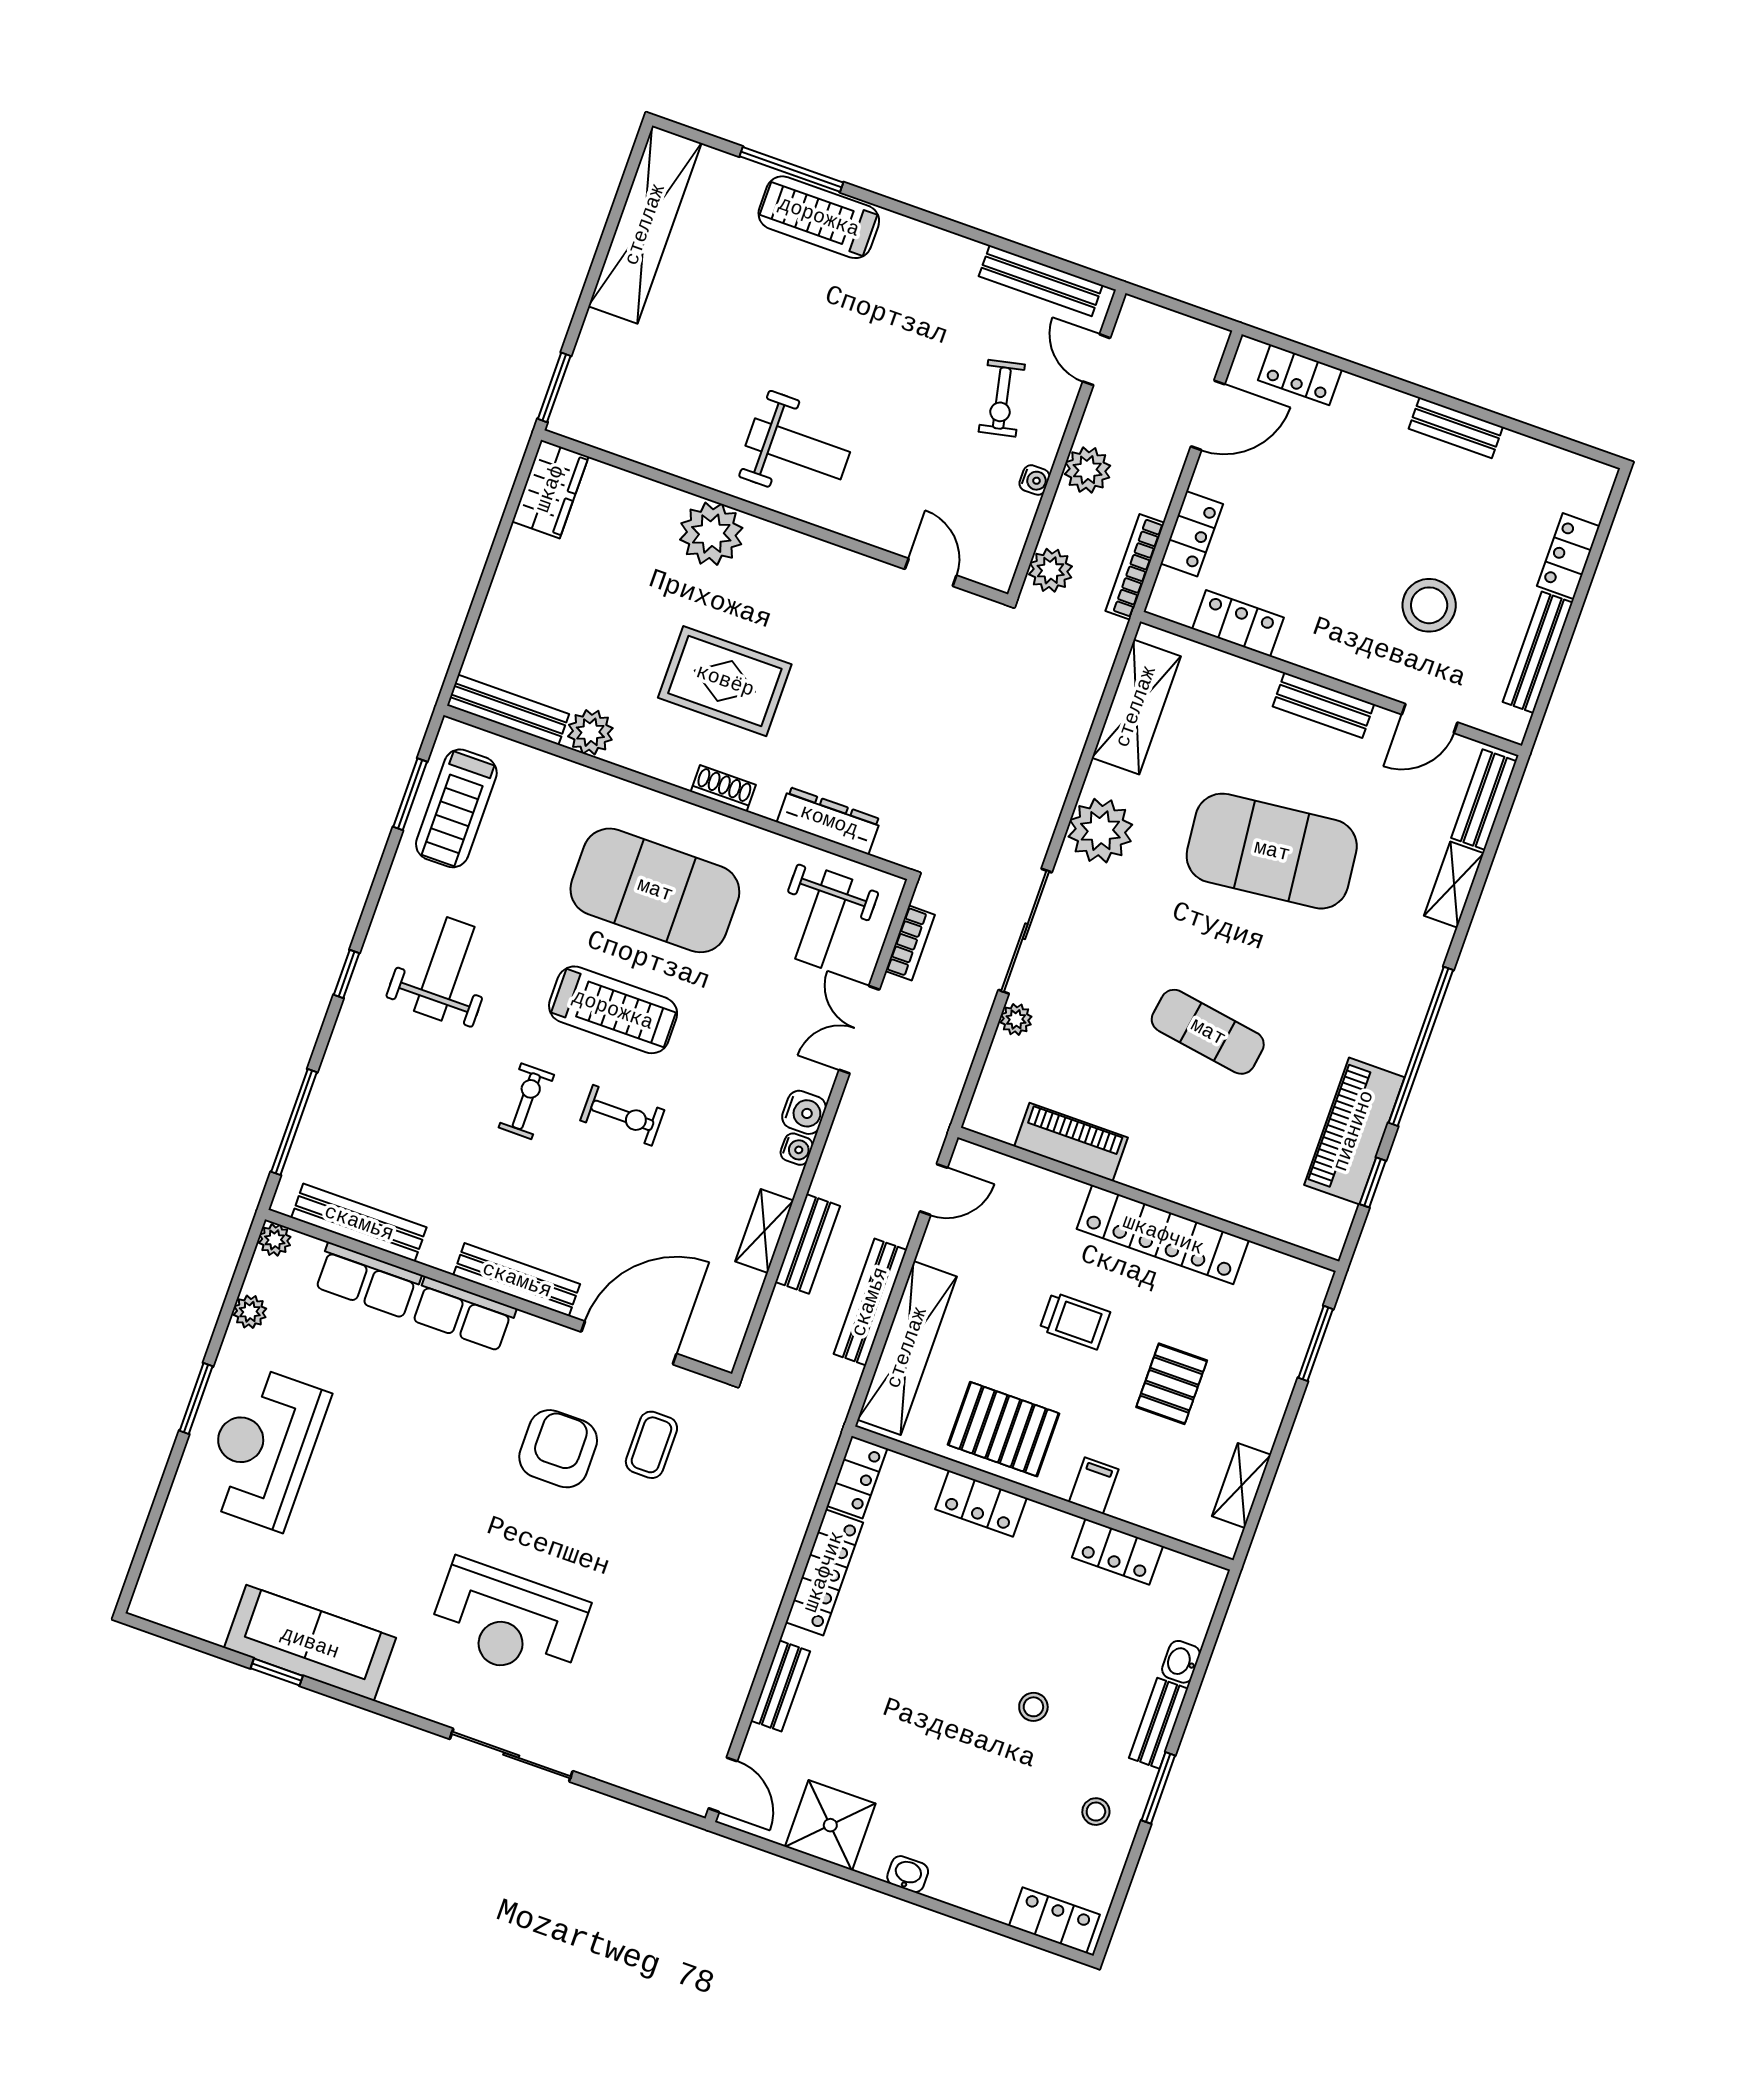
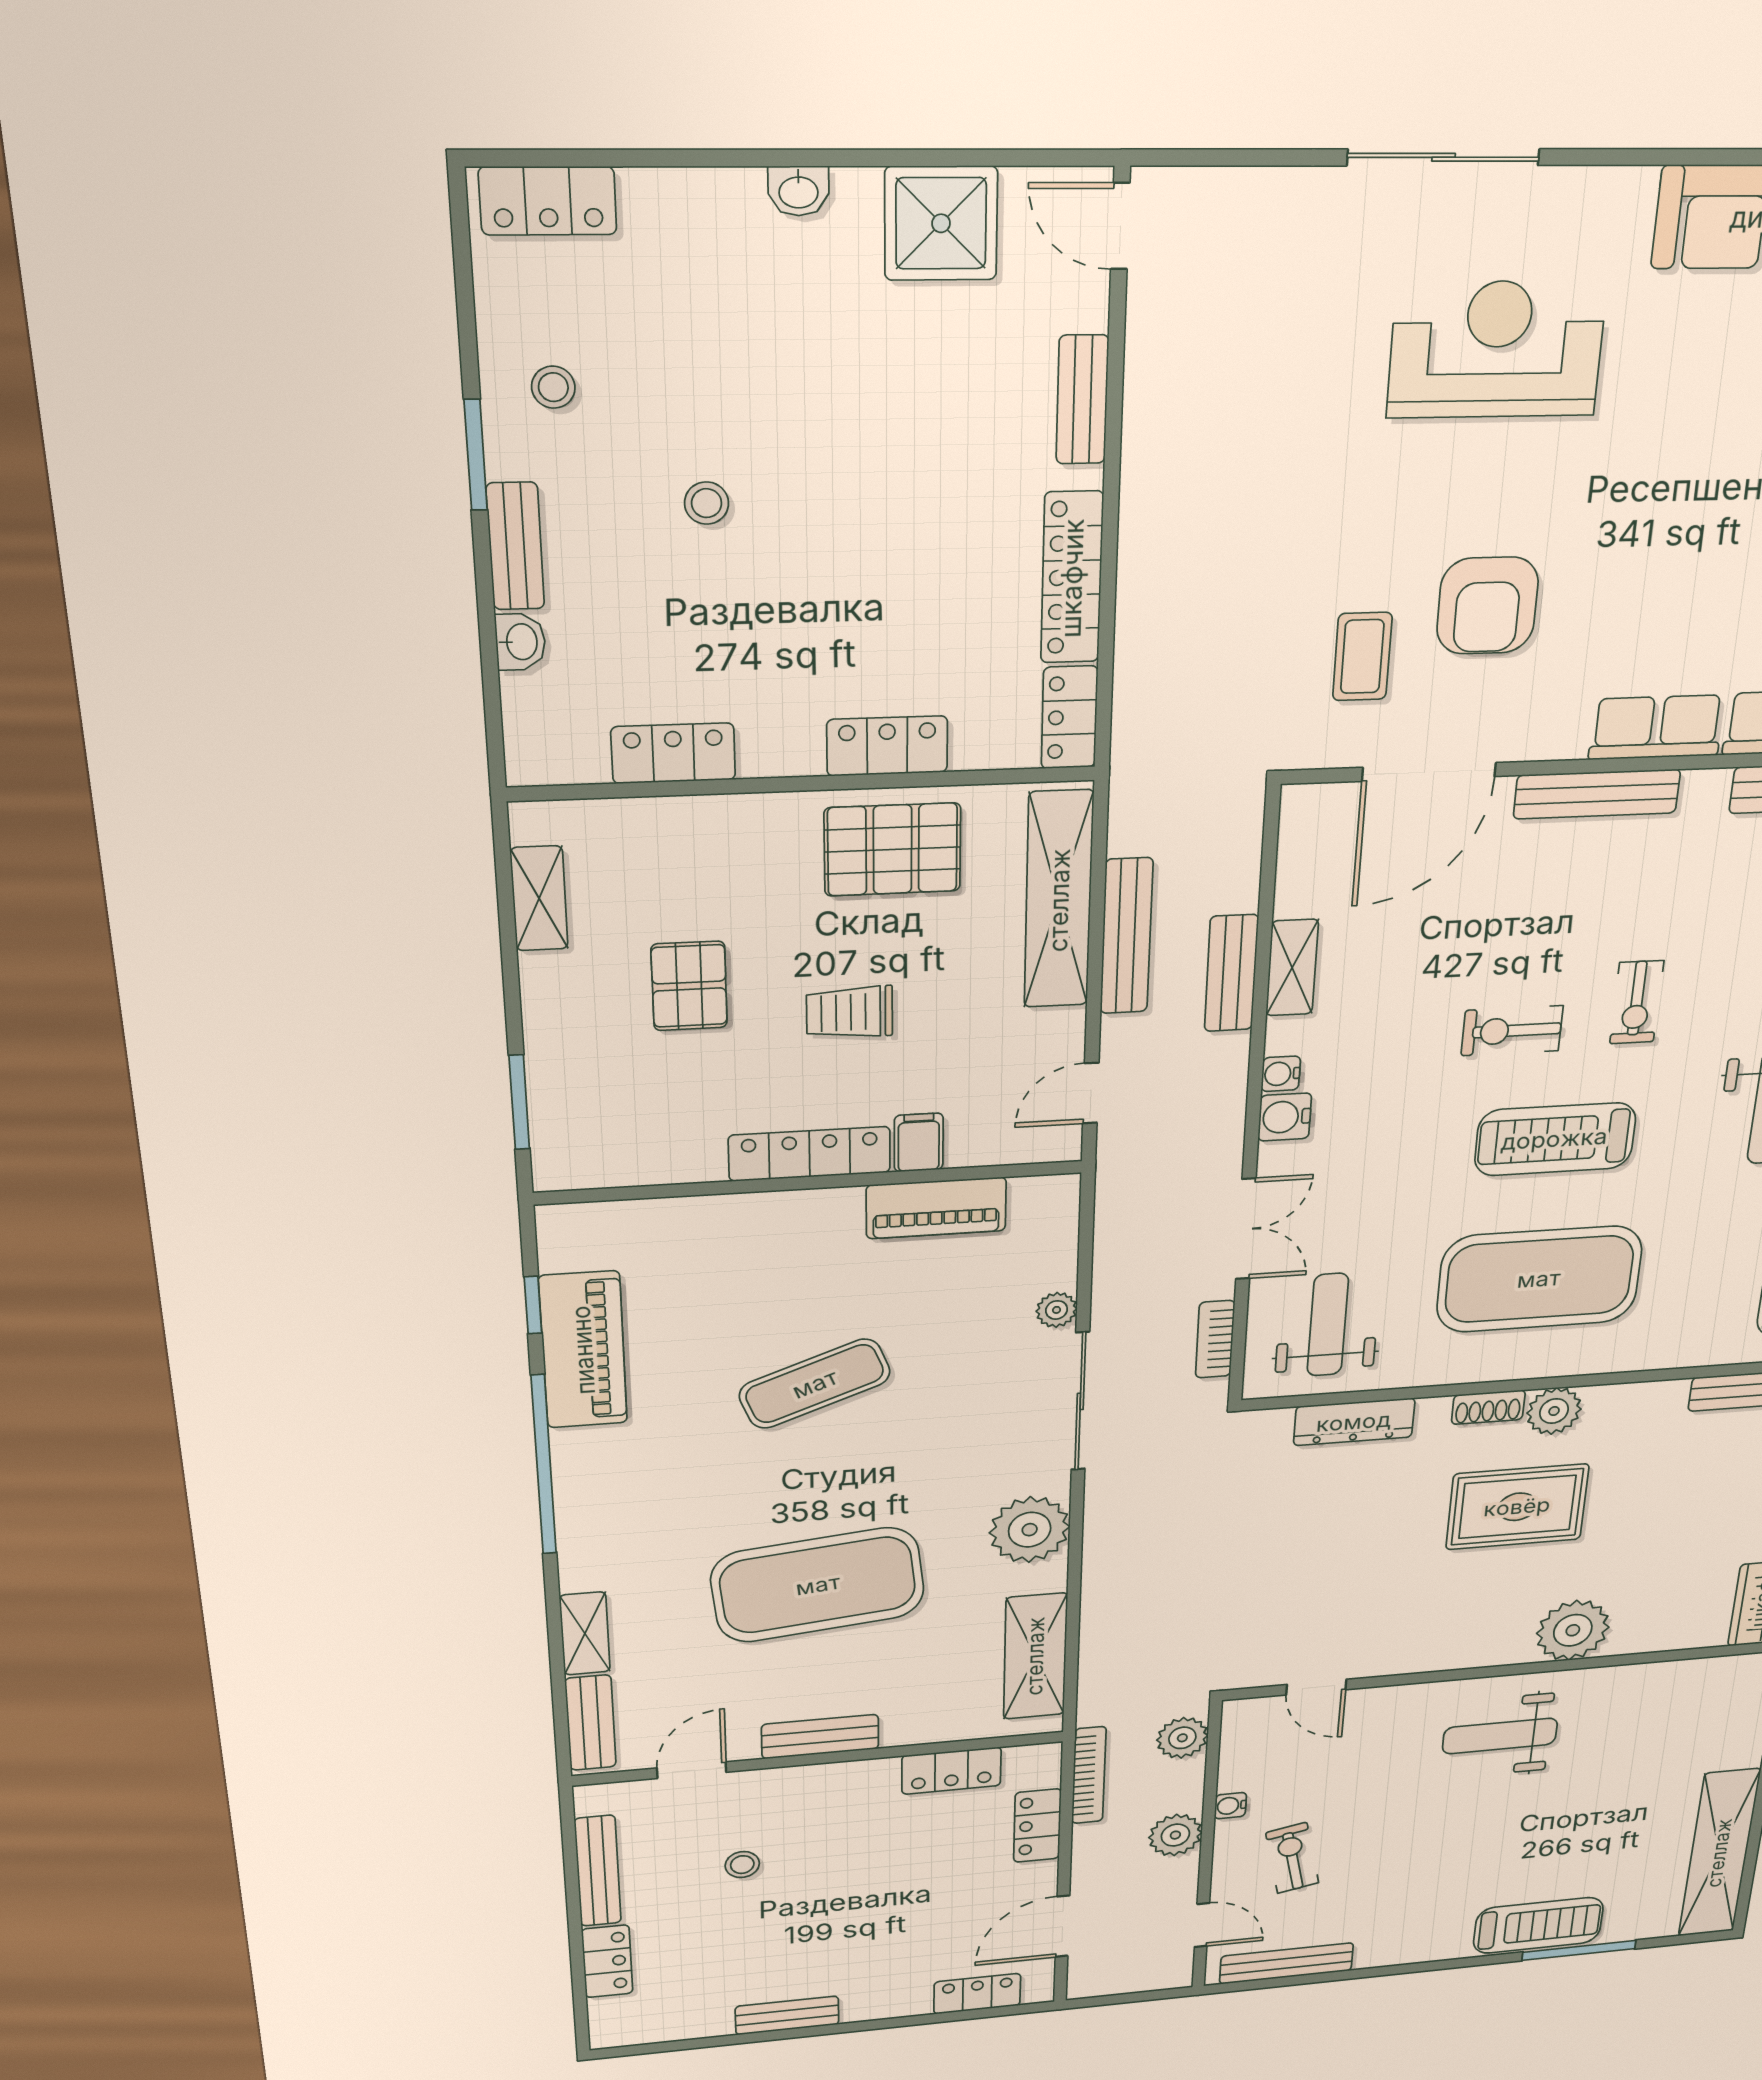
stool: (1429, 605) -> (742, 1865), width x0.53, depth x0.53
plant: (590, 732) -> (1554, 1411), moved
exercise mat: (1208, 1032) -> (815, 1384), turned -30
locker: (1163, 1235) -> (810, 1154), width x0.71, depth x0.83
filing cabinet: (1094, 1486) -> (919, 1142), moved, turned 180

